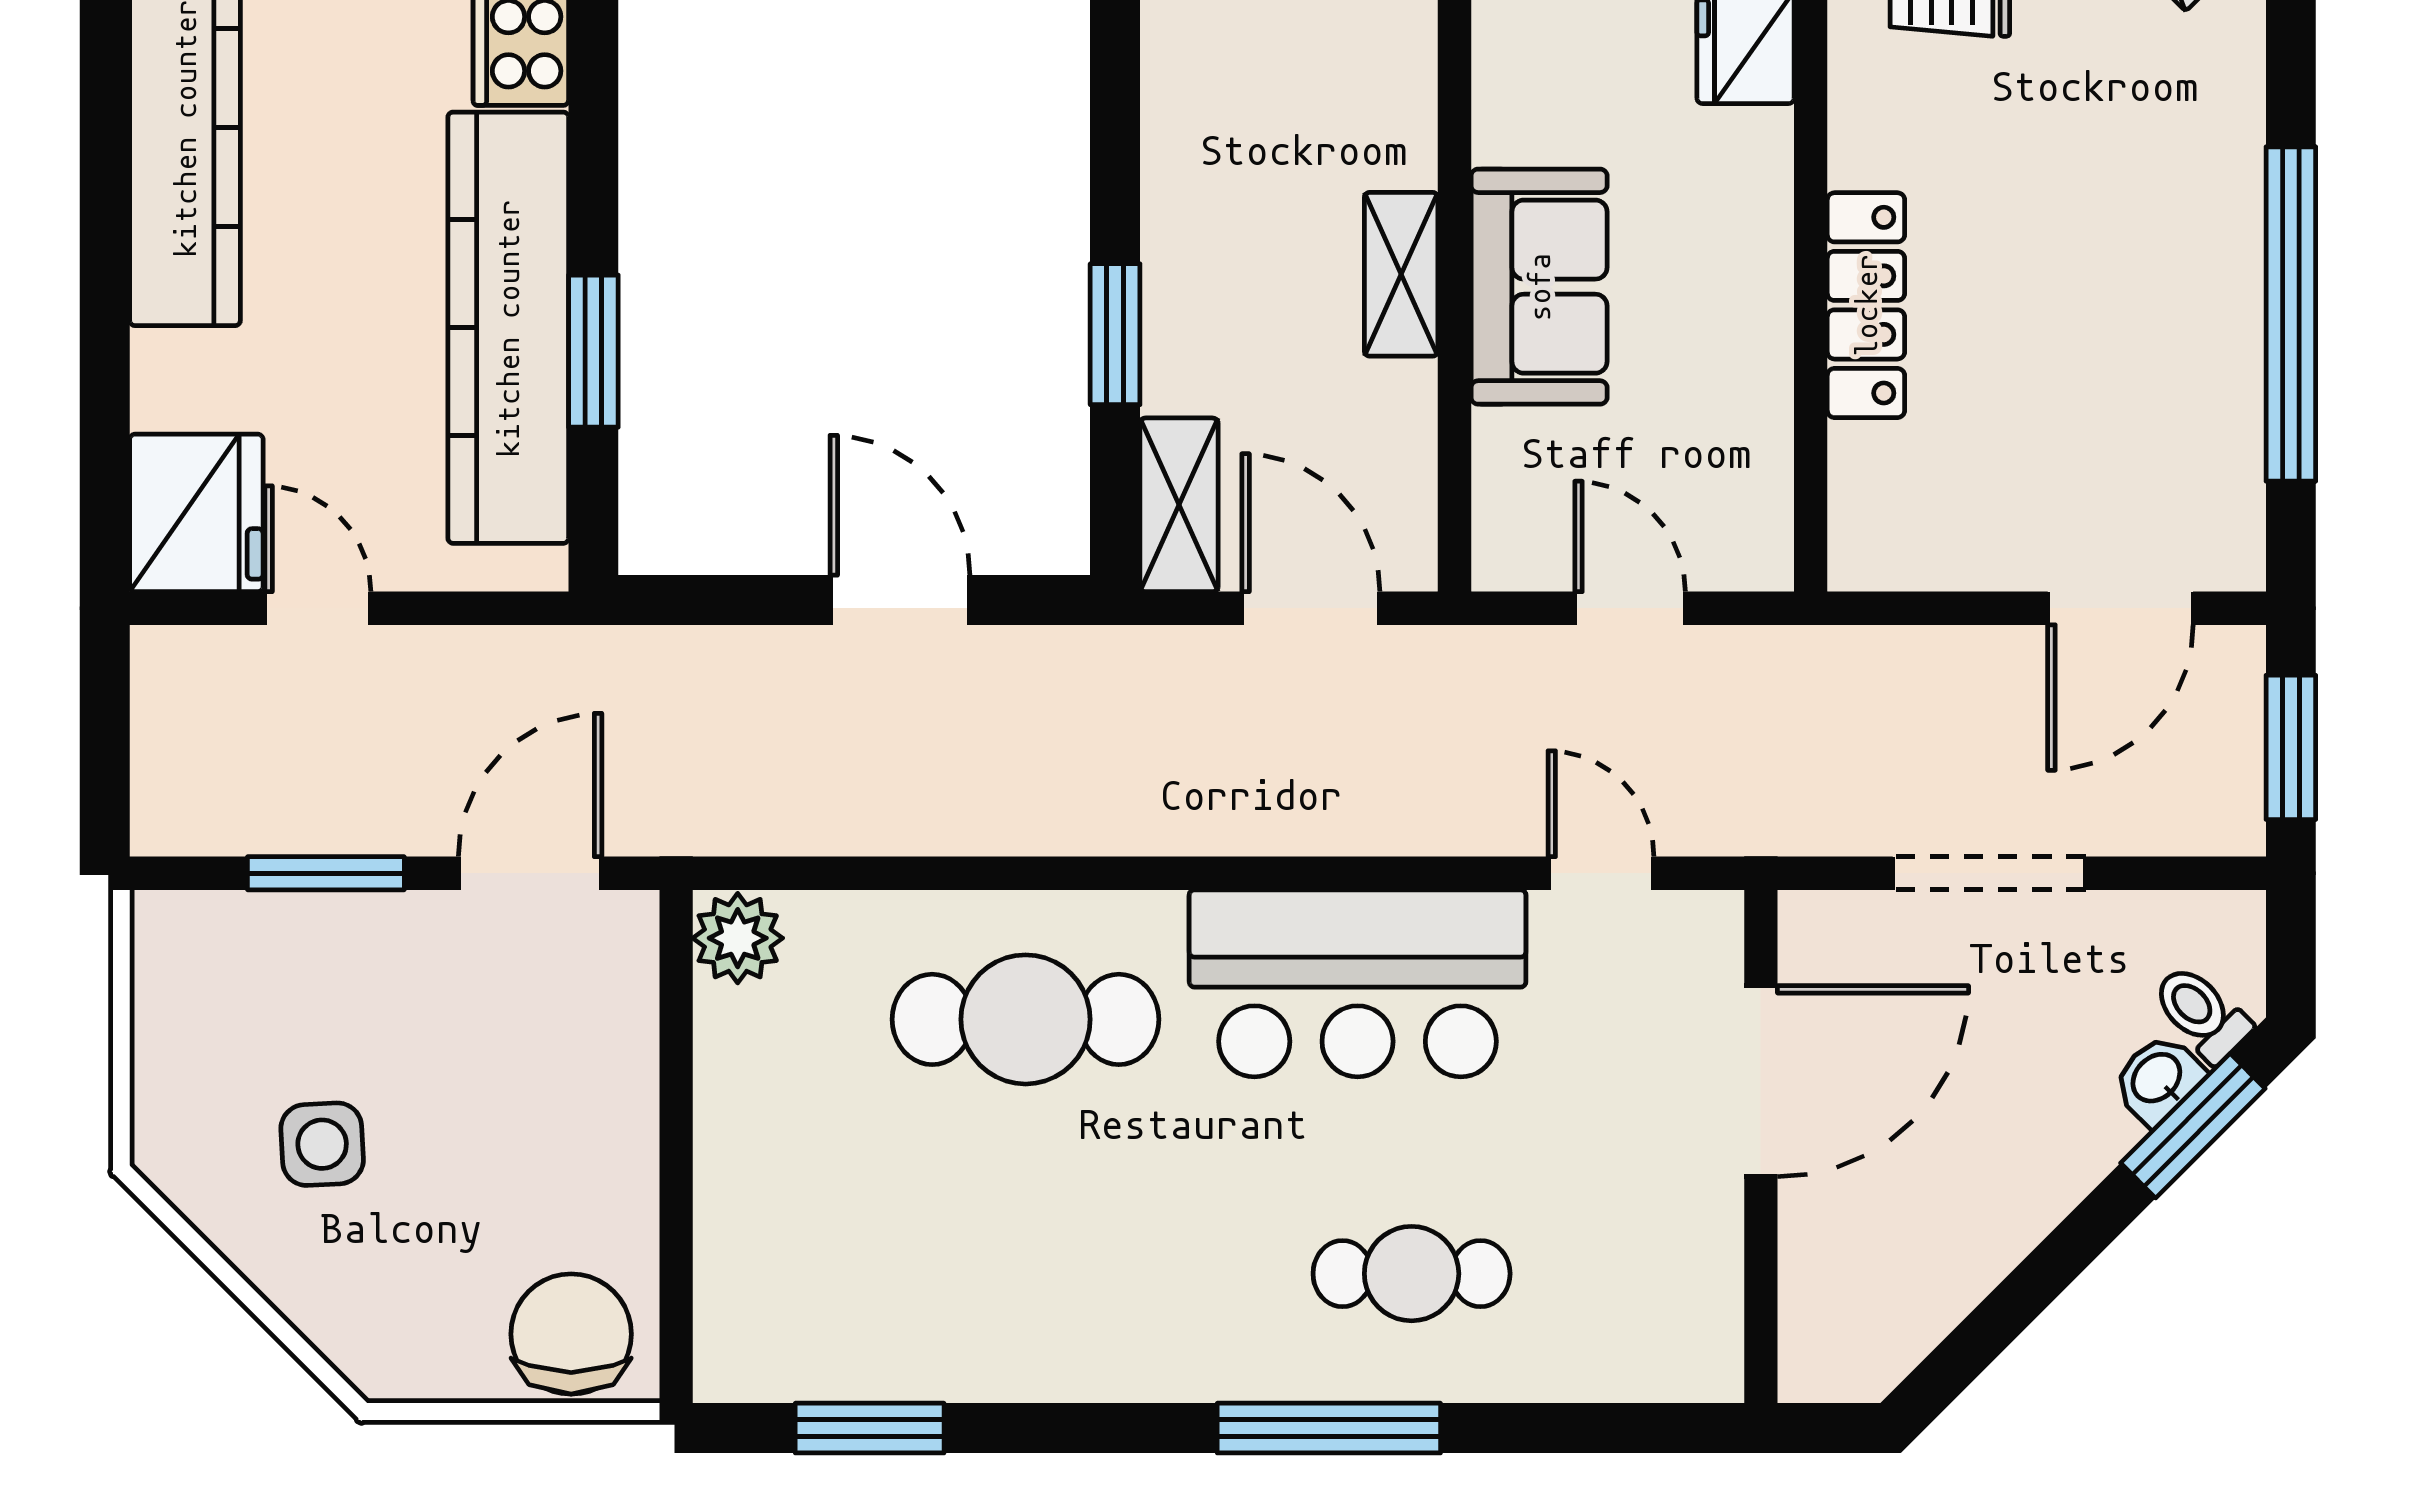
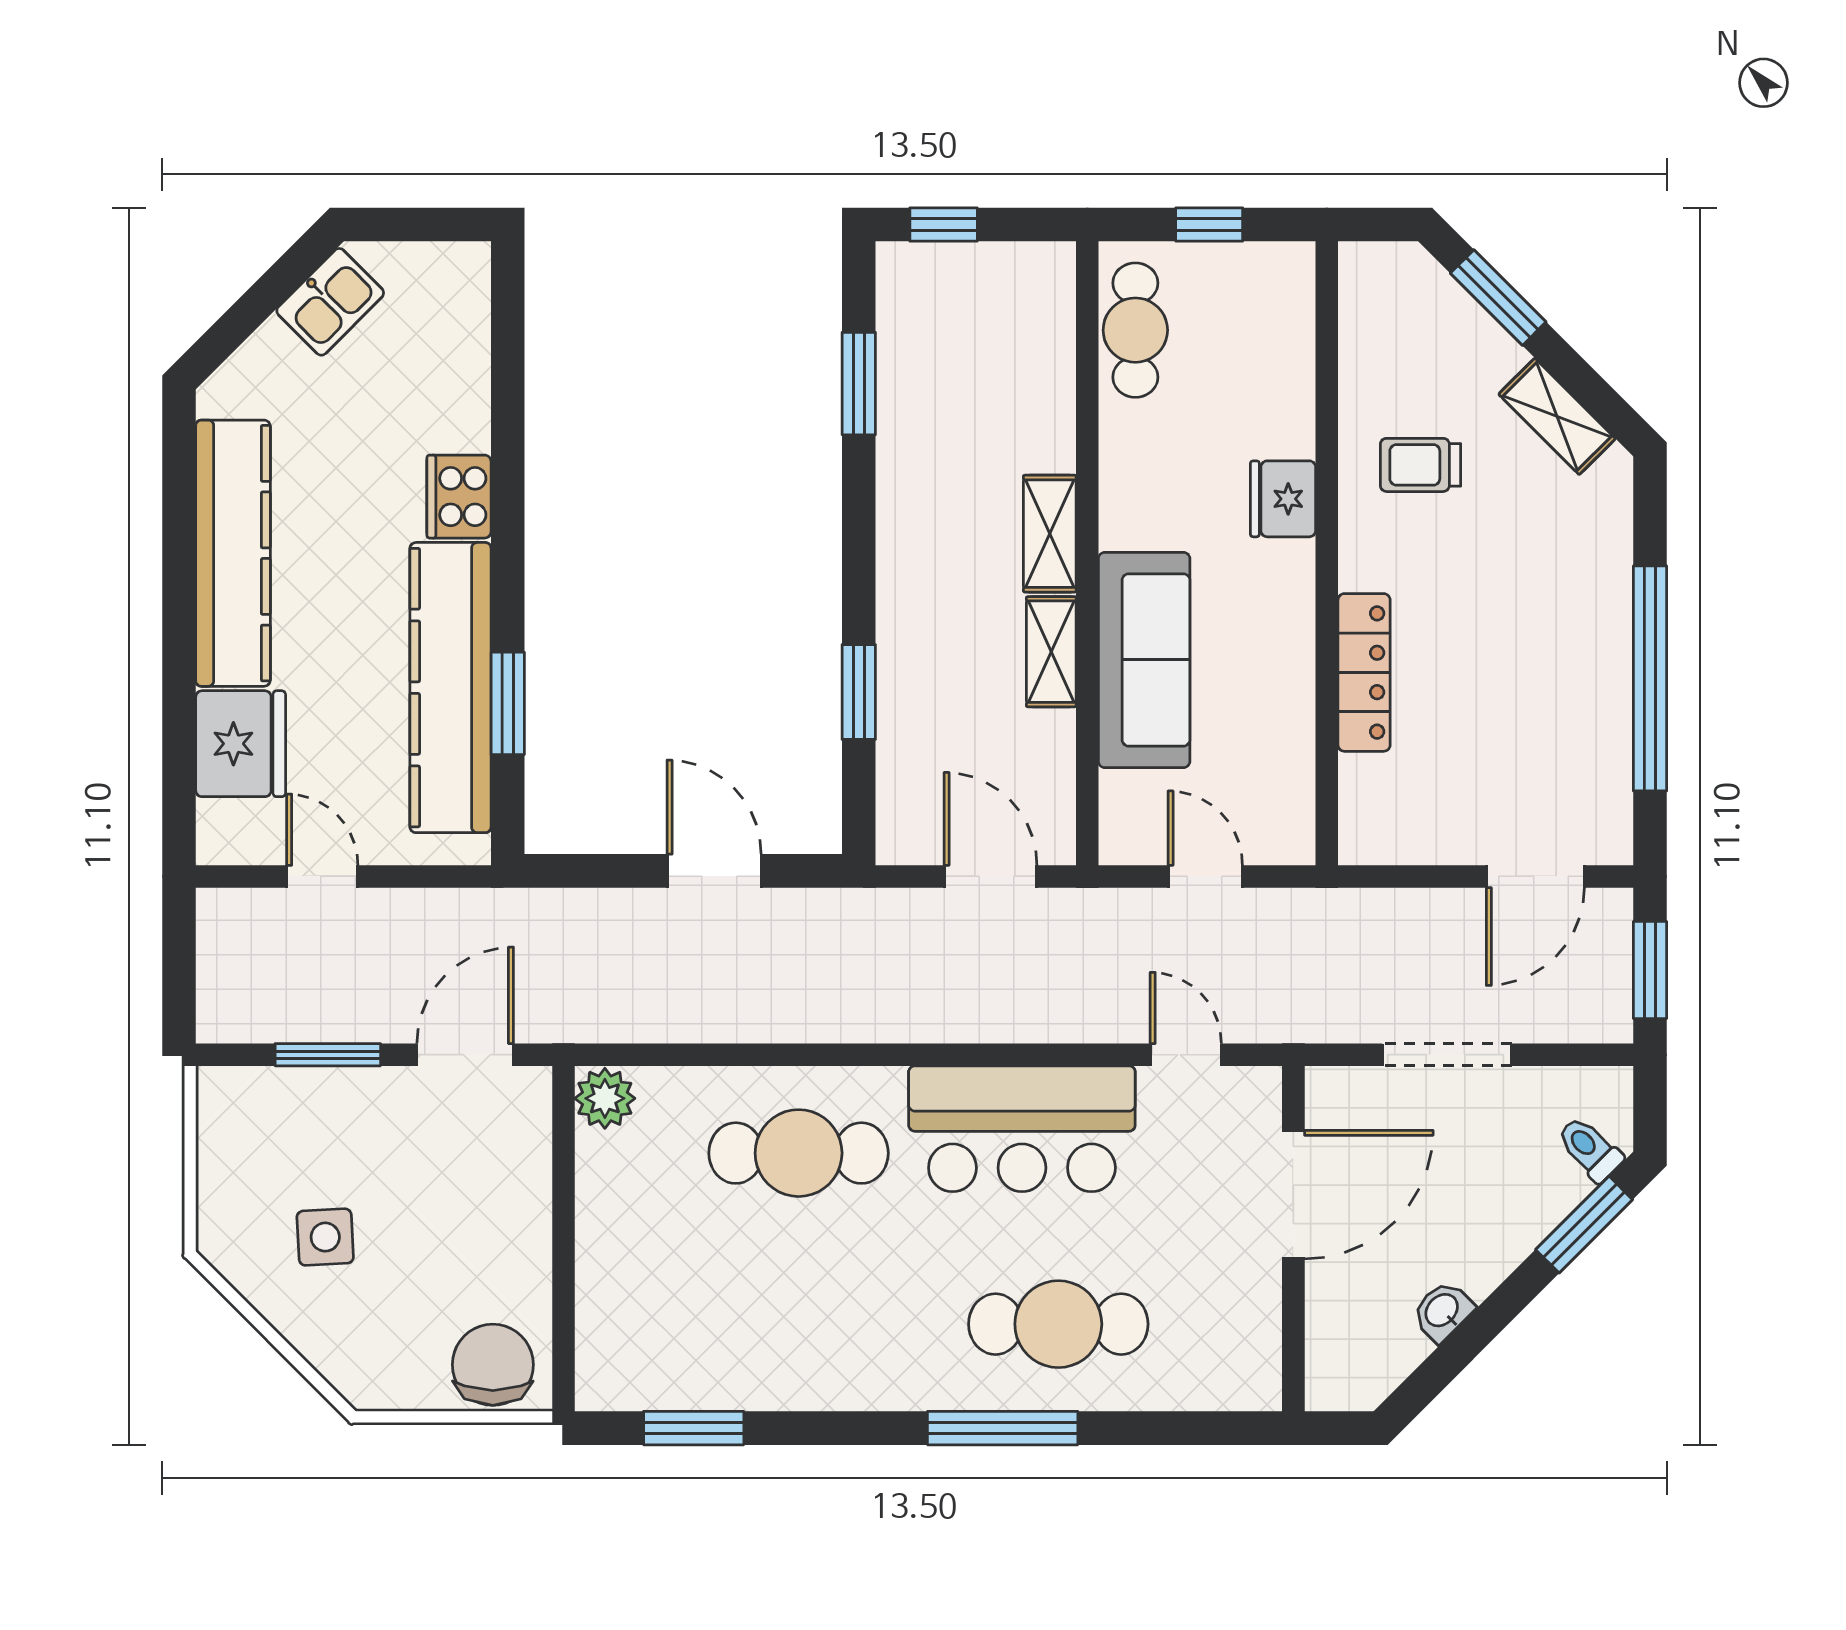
sofa: (1539, 287) -> (1144, 660), width x1.36
shelving: (1179, 505) -> (1050, 534), moved
fridge: (196, 513) -> (241, 744), moved
washbasin: (2158, 1079) -> (1443, 1311), moved
cafe table: (1412, 1274) -> (1058, 1324), width x1.37, depth x1.35

